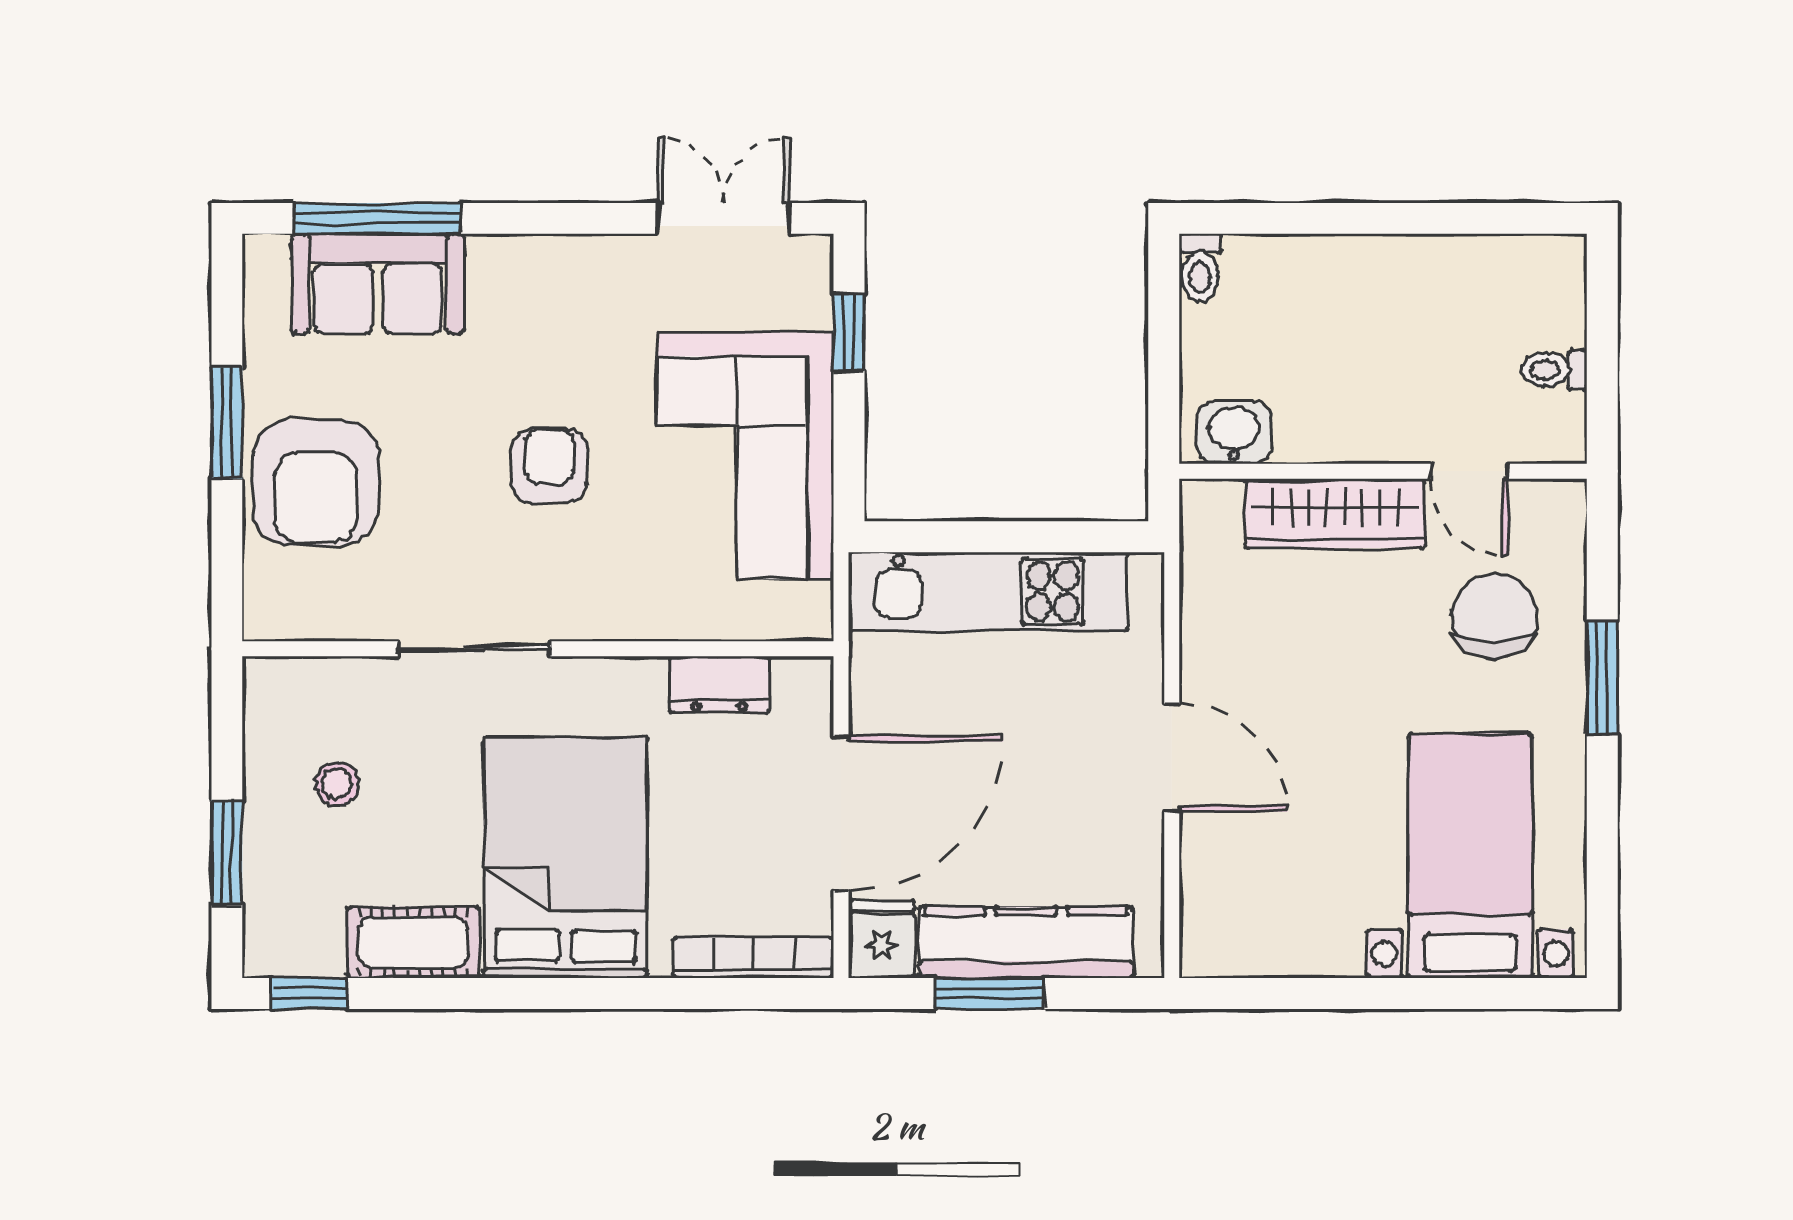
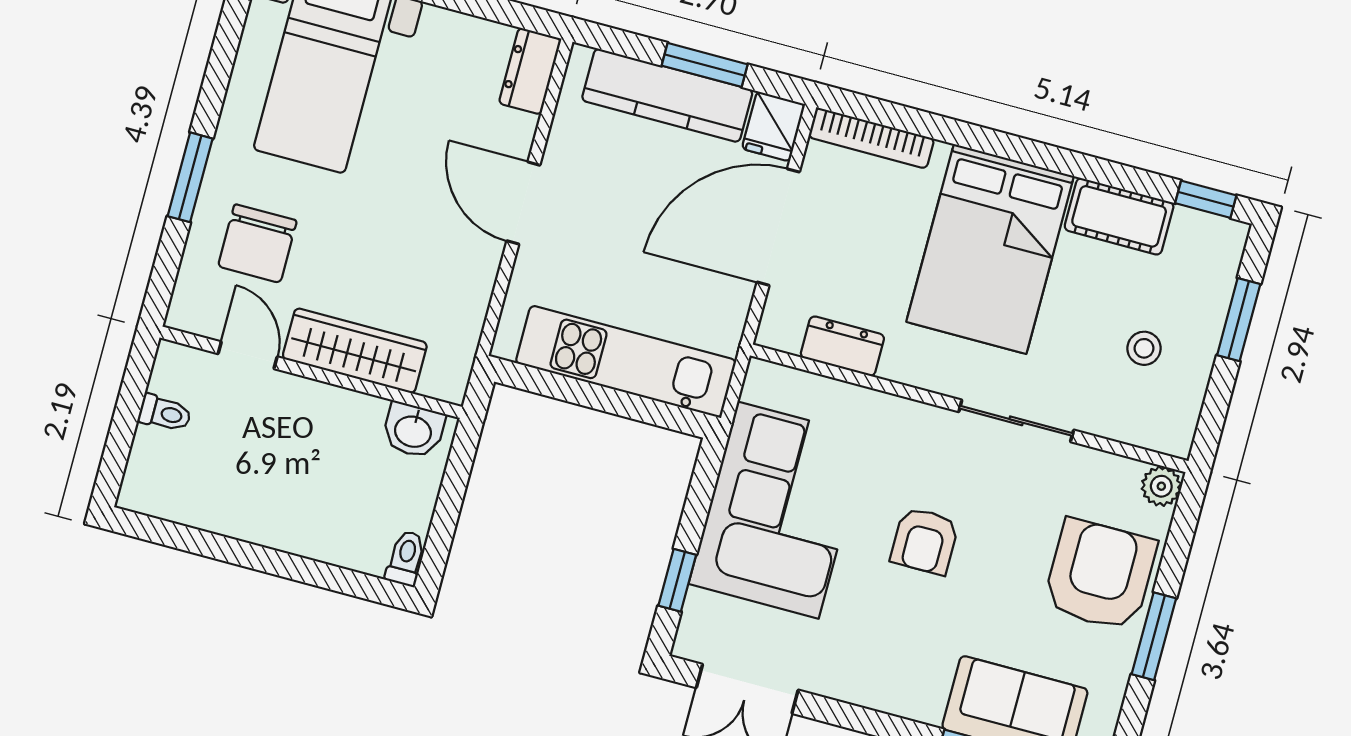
plant: (268, 615) -> (1161, 486), added
dresser: (1208, 927) -> (530, 71), added

